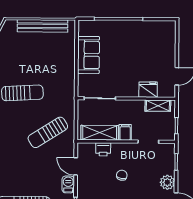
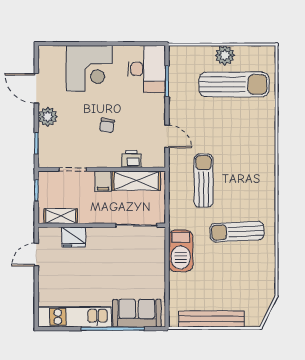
kitchen unit: (148, 28) -> (75, 317), added
sofa: (89, 55) -> (137, 313), moved, turned 90
sun lounger: (48, 132) -> (204, 181), turned -58
barbecue: (68, 184) -> (181, 251), moved, width x1.88, depth x1.53

